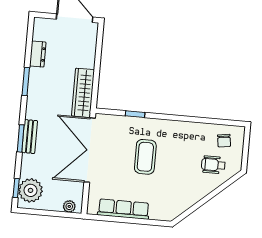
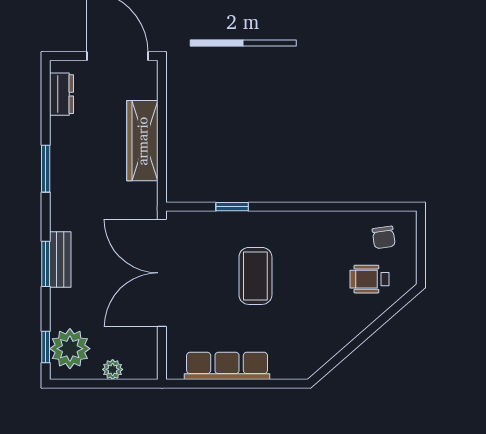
dresser: (38, 54) -> (62, 94), moved
wardrobe: (83, 93) -> (142, 141), moved
plant: (69, 206) -> (113, 369), moved

